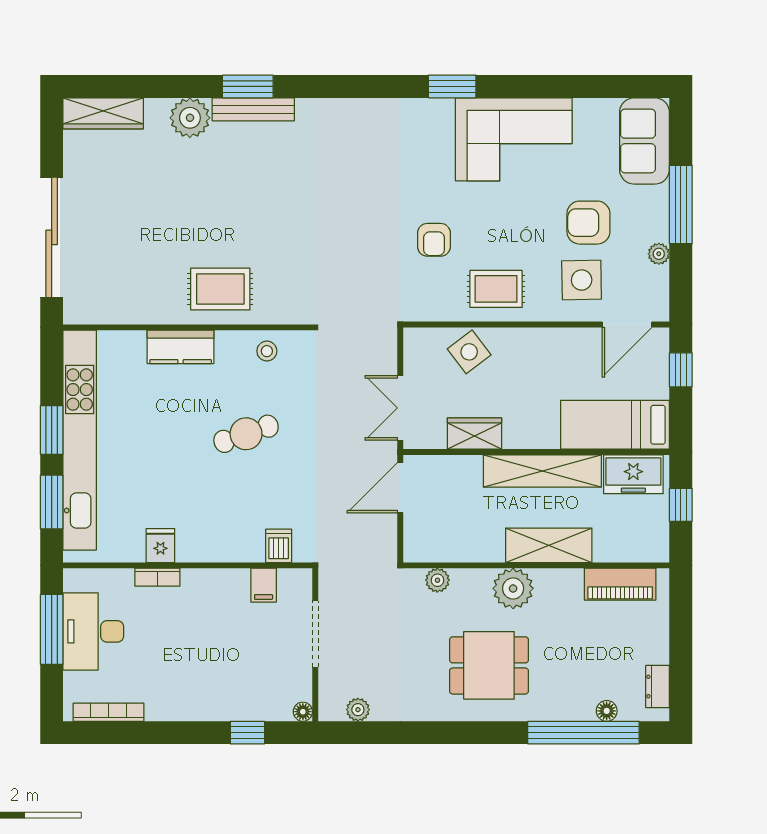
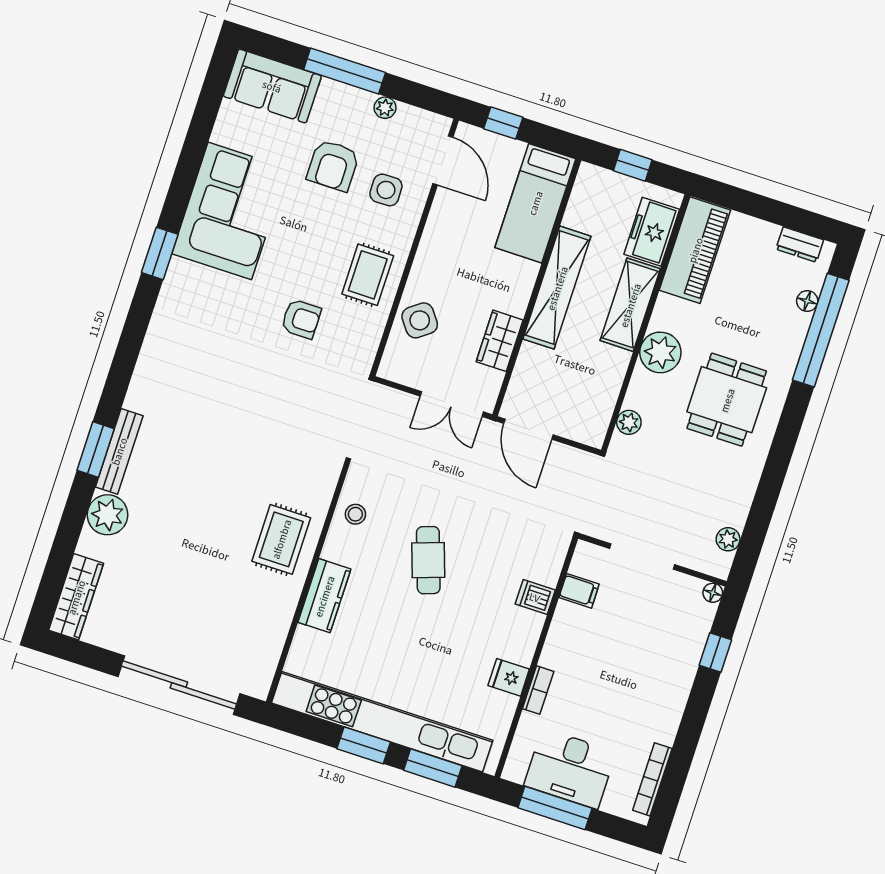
side table: (582, 280) -> (386, 190), width x0.73, depth x0.73
freezer: (633, 474) -> (652, 232), moved, turned 180
dishwasher: (279, 546) -> (535, 597), moved
piano: (620, 584) -> (695, 250), width x1.37, depth x1.33

